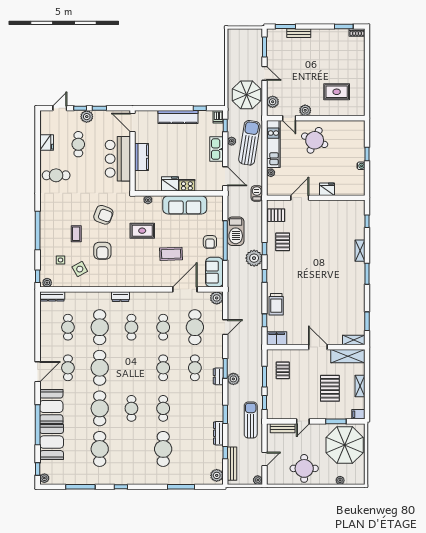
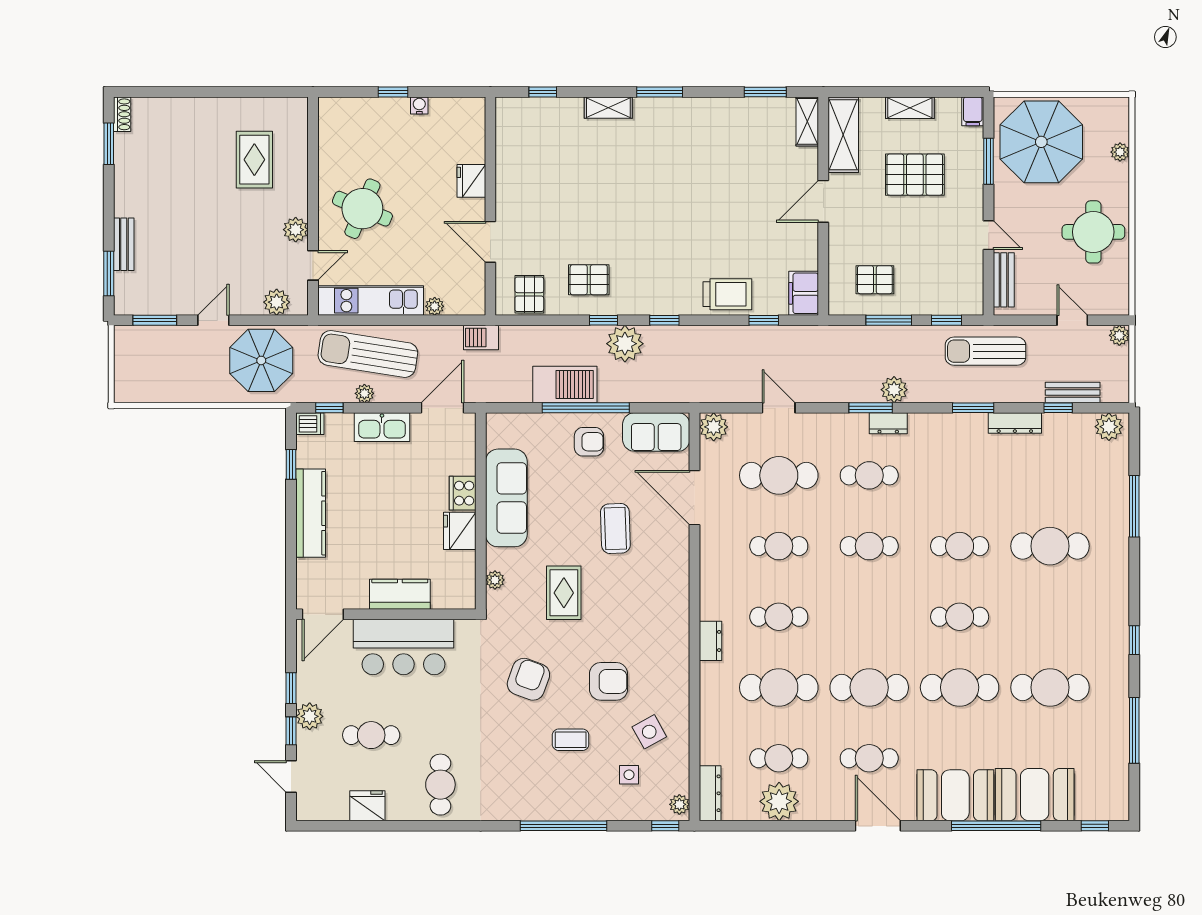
bench: (232, 464) -> (1073, 393), width x0.73
plant: (44, 478) -> (779, 801), moved, width x1.88, depth x1.88

